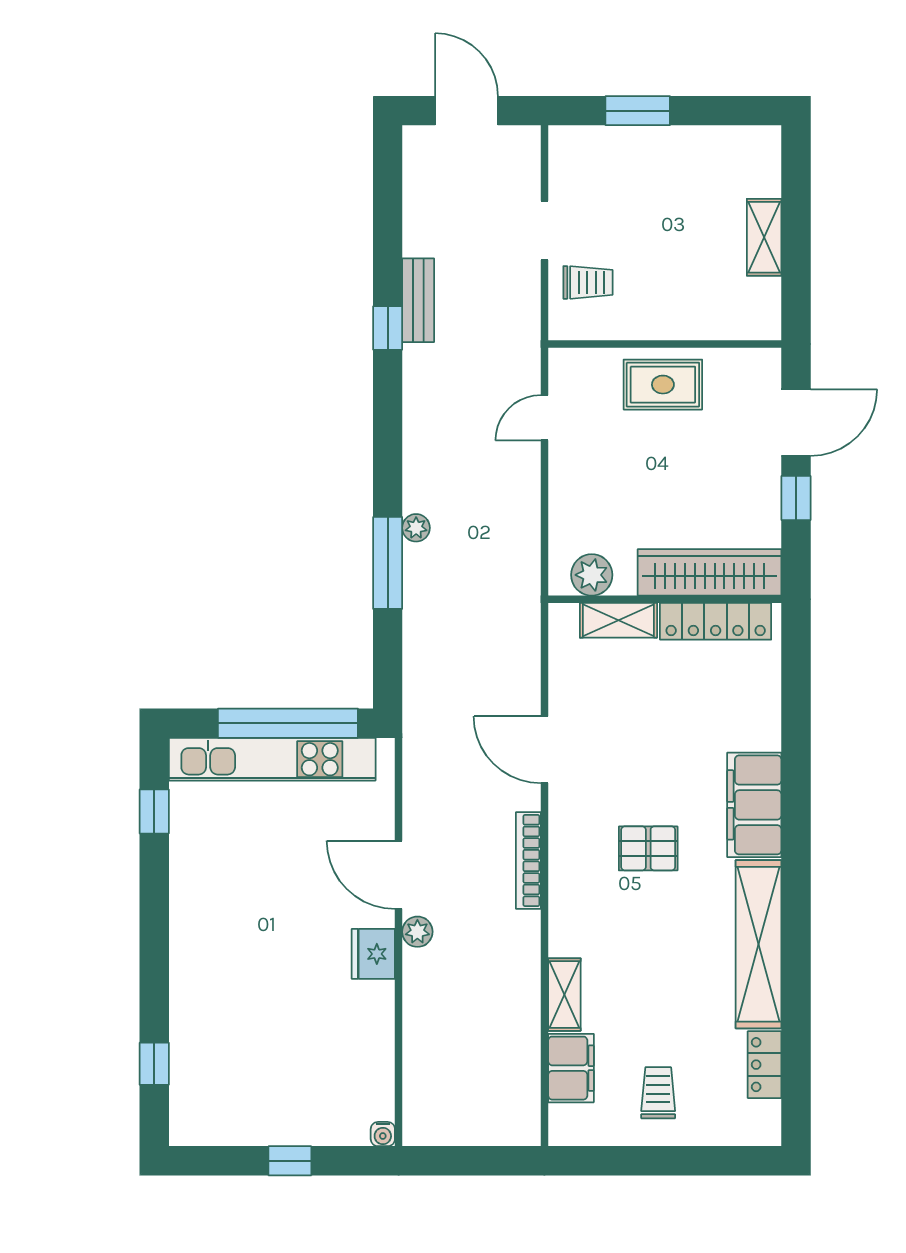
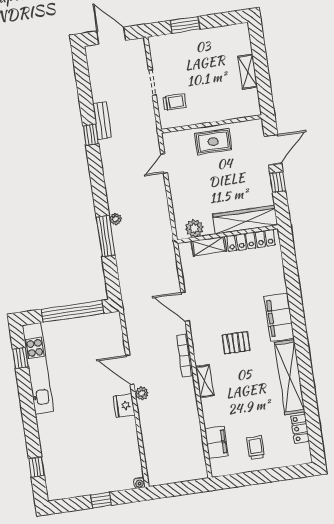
kitchen unit: (272, 759) -> (38, 368), moved, turned -90
shelving: (564, 995) -> (205, 381), moved

